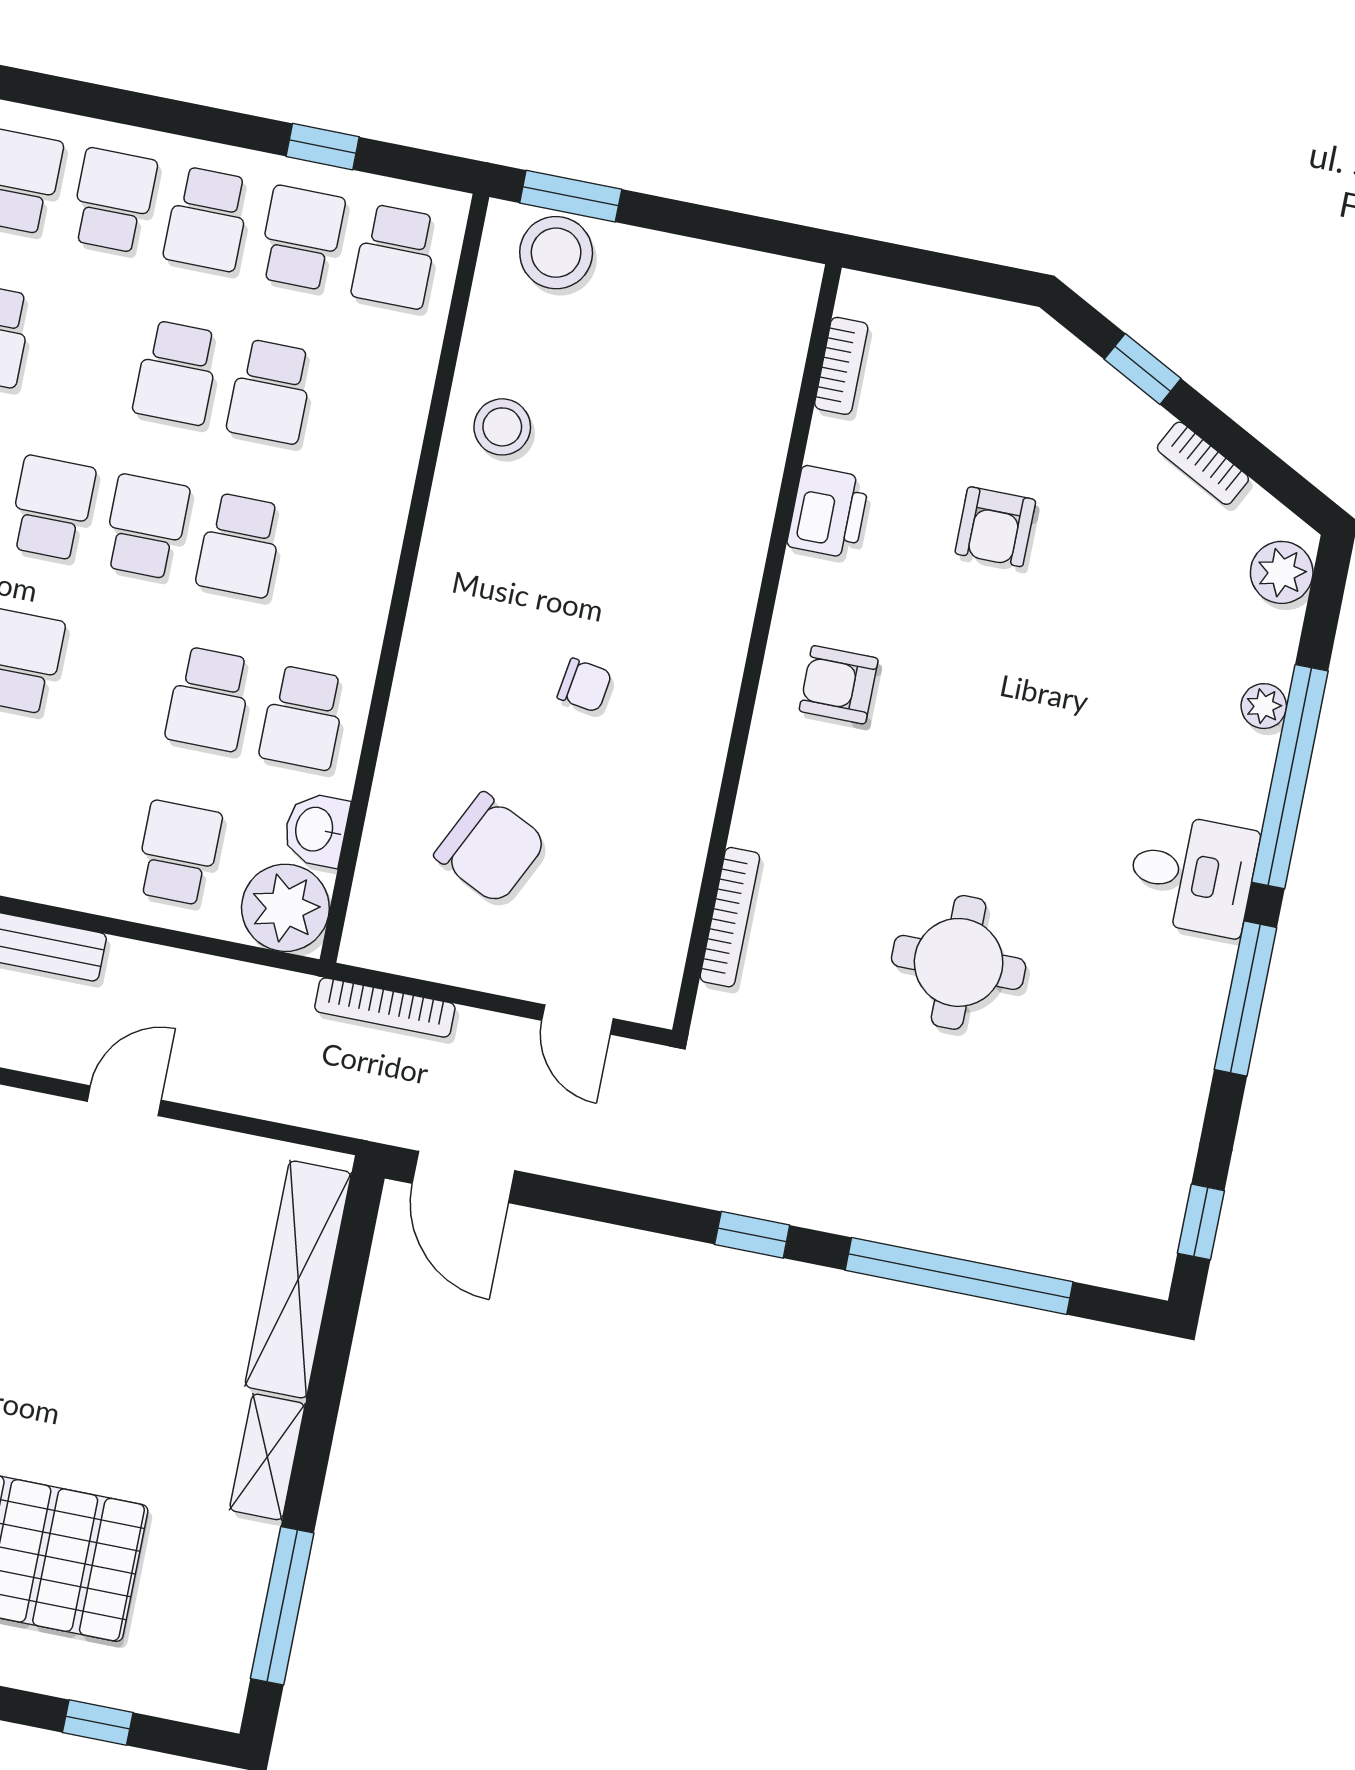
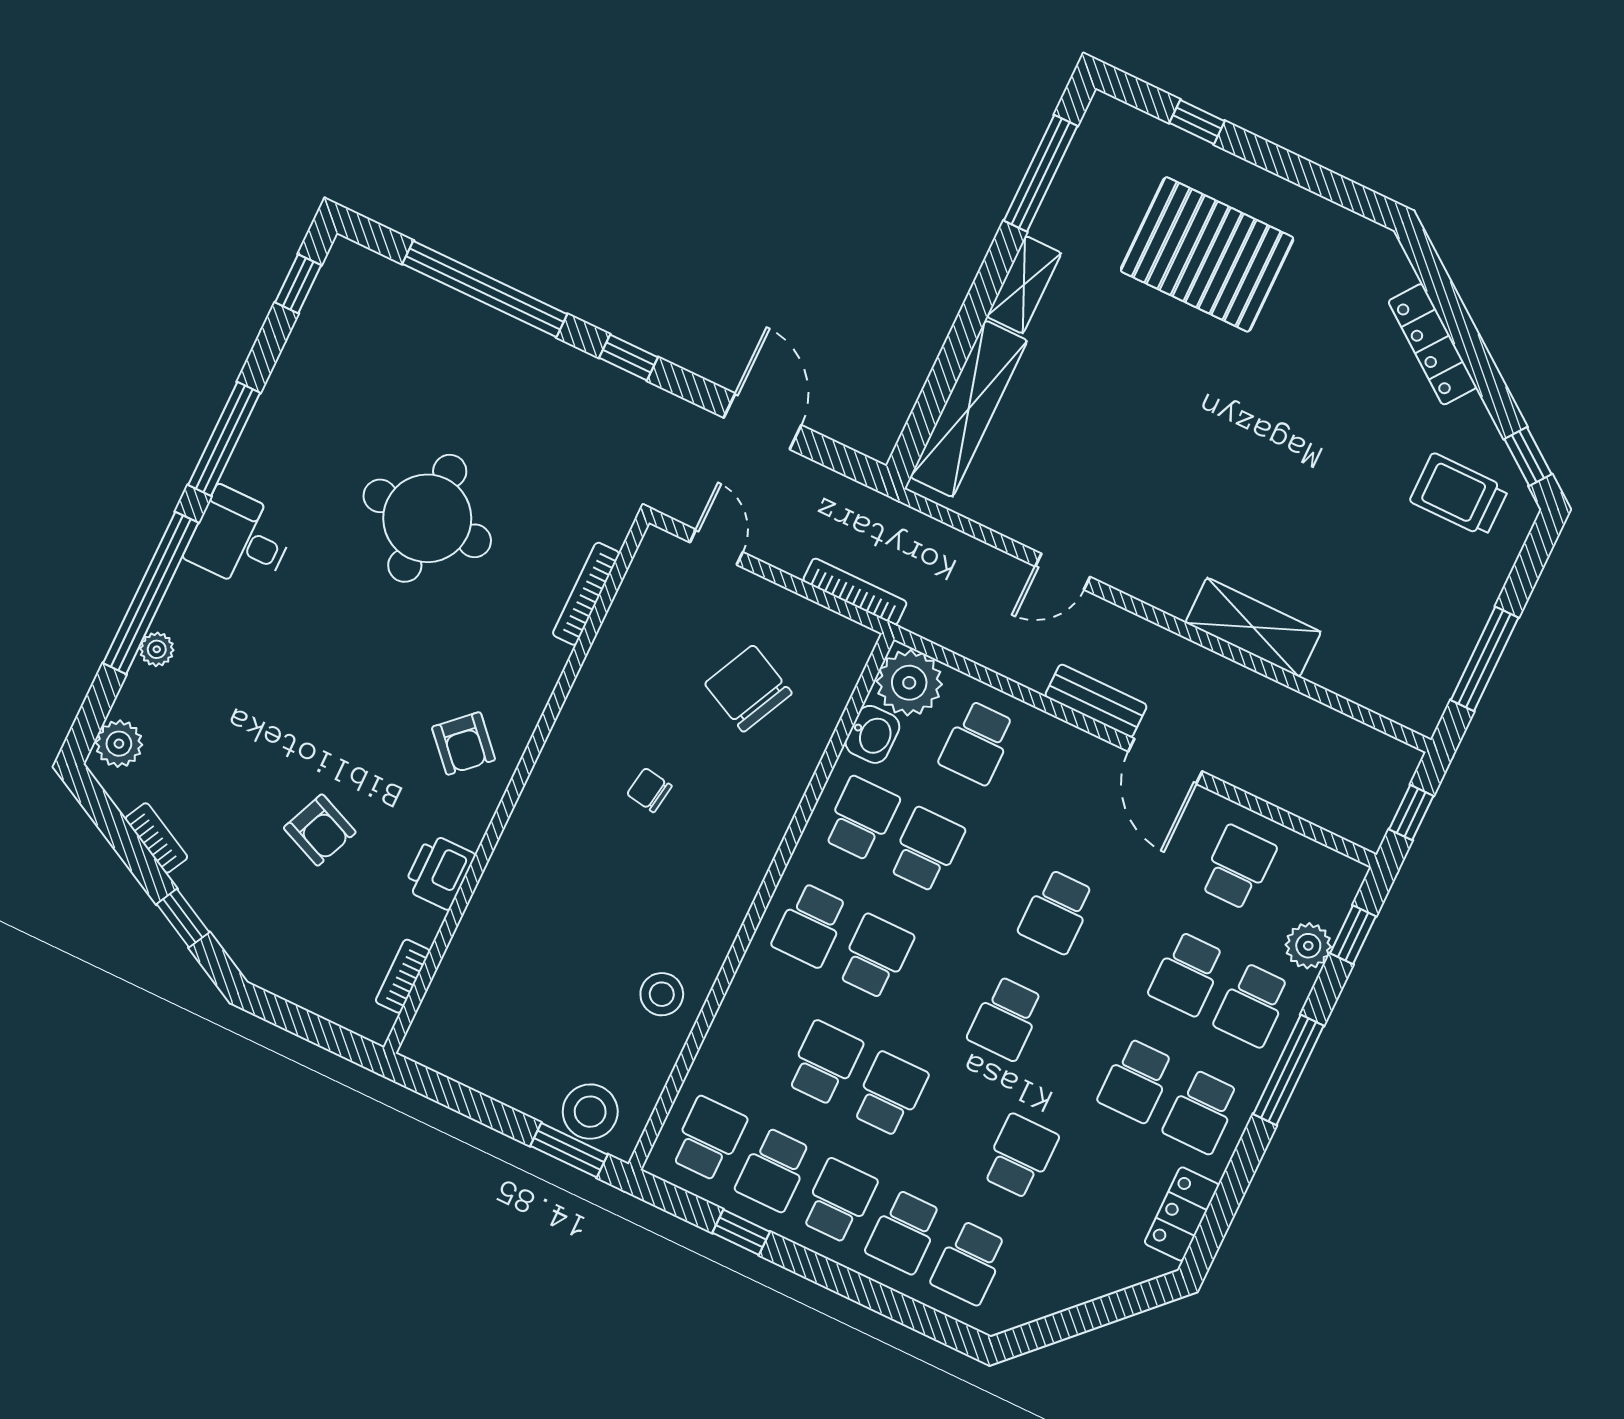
school desk: (146, 527) -> (810, 925), moved
armchair: (995, 527) -> (320, 830), turned 113
armchair: (839, 685) -> (464, 743), turned 47
round table: (959, 962) -> (427, 518), width x1.36, depth x1.36
door: (463, 1177) -> (762, 421), moved

